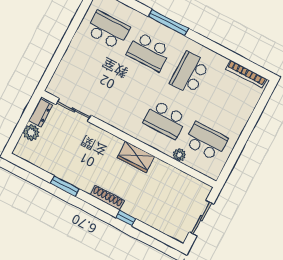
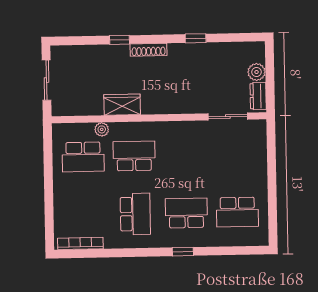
window: (168, 22) -> (183, 252), width x0.46
wardrobe: (136, 157) -> (122, 105), moved
window: (65, 186) -> (196, 38), width x0.67

